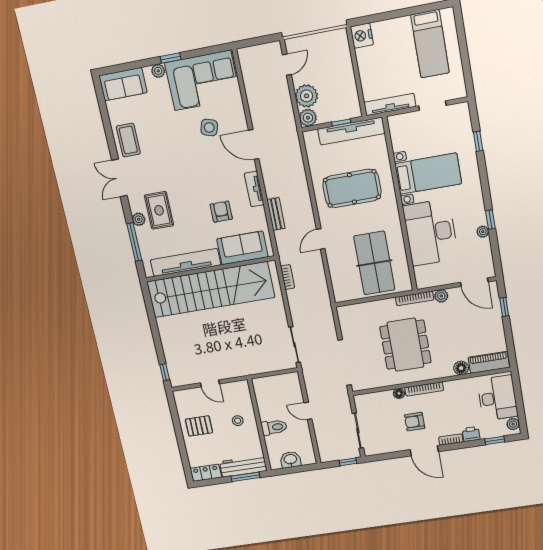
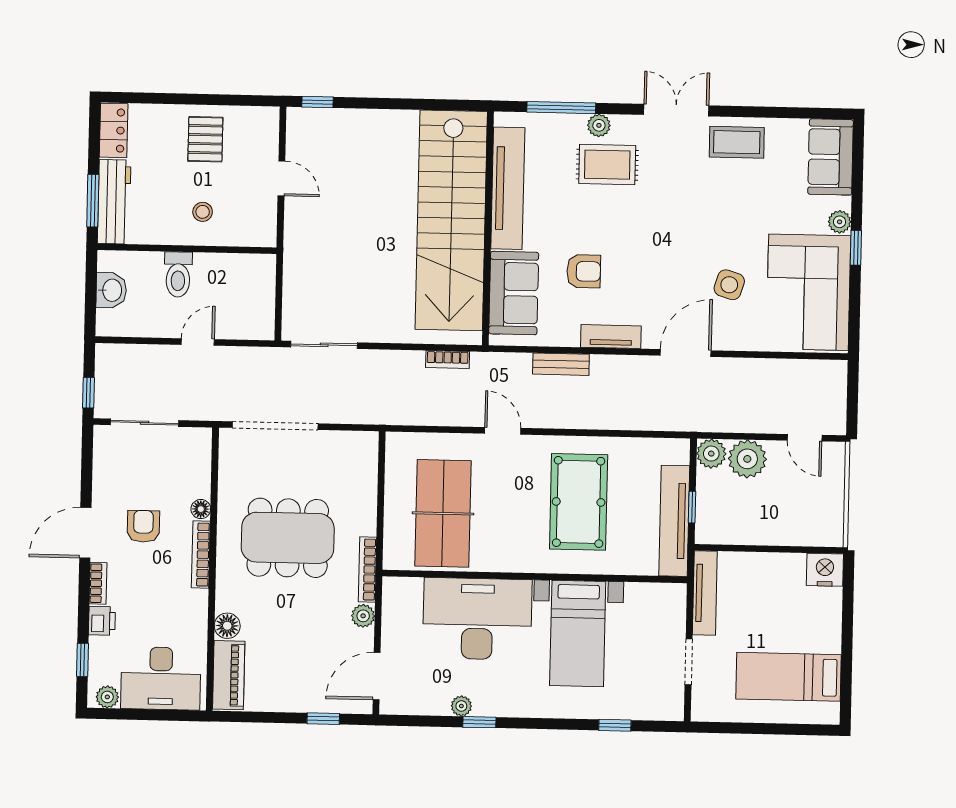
table tennis table: (374, 263) -> (443, 513), turned 90
door: (210, 383) -> (281, 178), swing flipped

